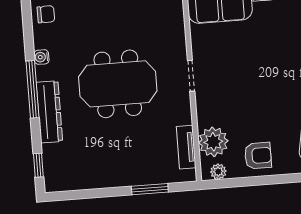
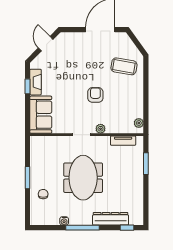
chair: (46, 14) -> (43, 194), moved
dresser: (49, 112) -> (111, 219), moved
plant: (213, 142) -> (101, 129), moved, width x0.53, depth x0.53
armchair: (258, 156) -> (95, 95), moved

